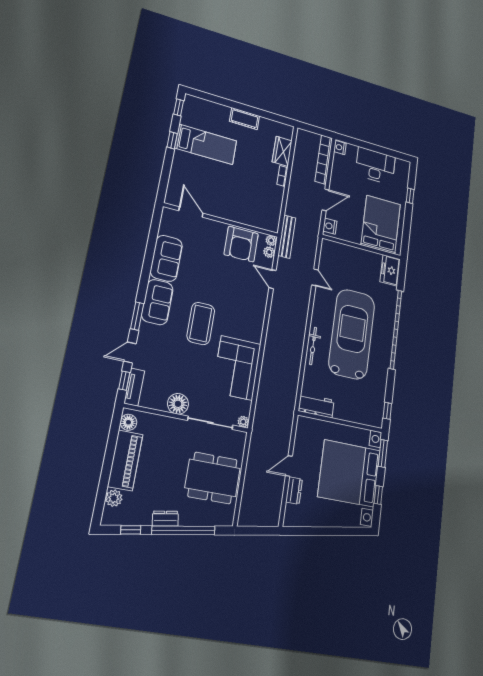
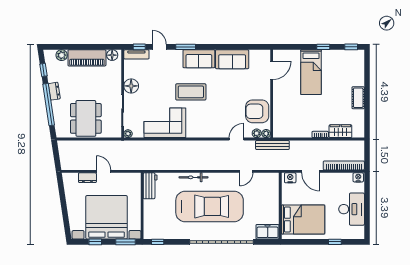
bed: (206, 144) -> (311, 72), moved

